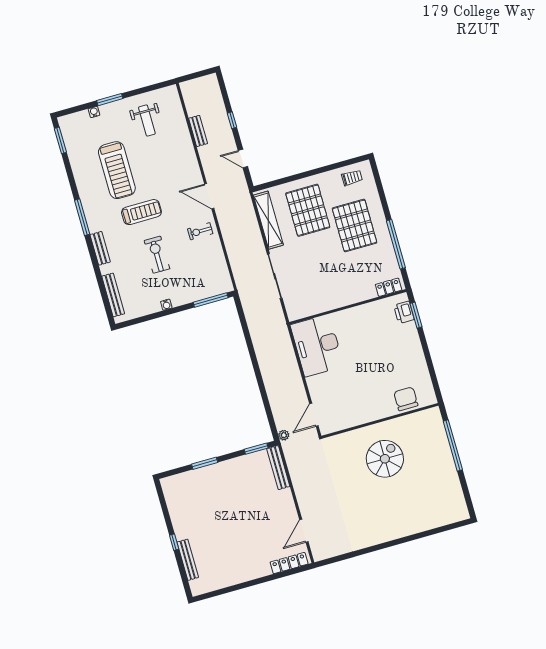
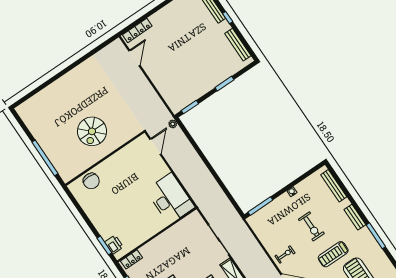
bench: (278, 468) -> (238, 45), moved

